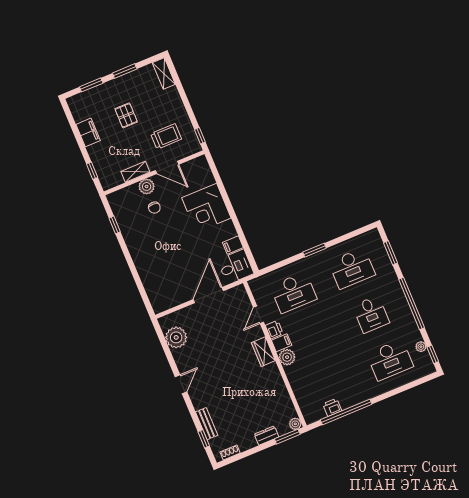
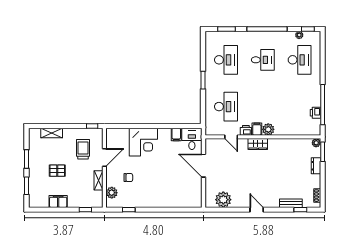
shelving: (164, 73) -> (52, 133), moved
plant: (147, 186) -> (112, 193), moved

